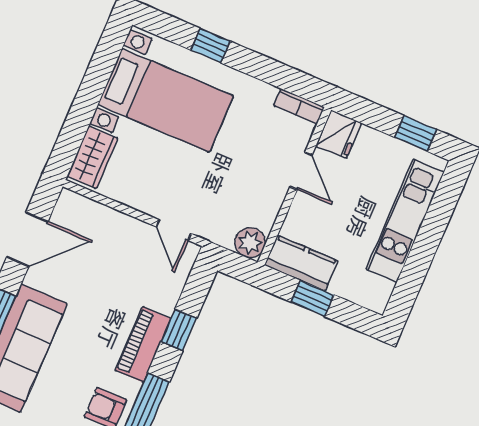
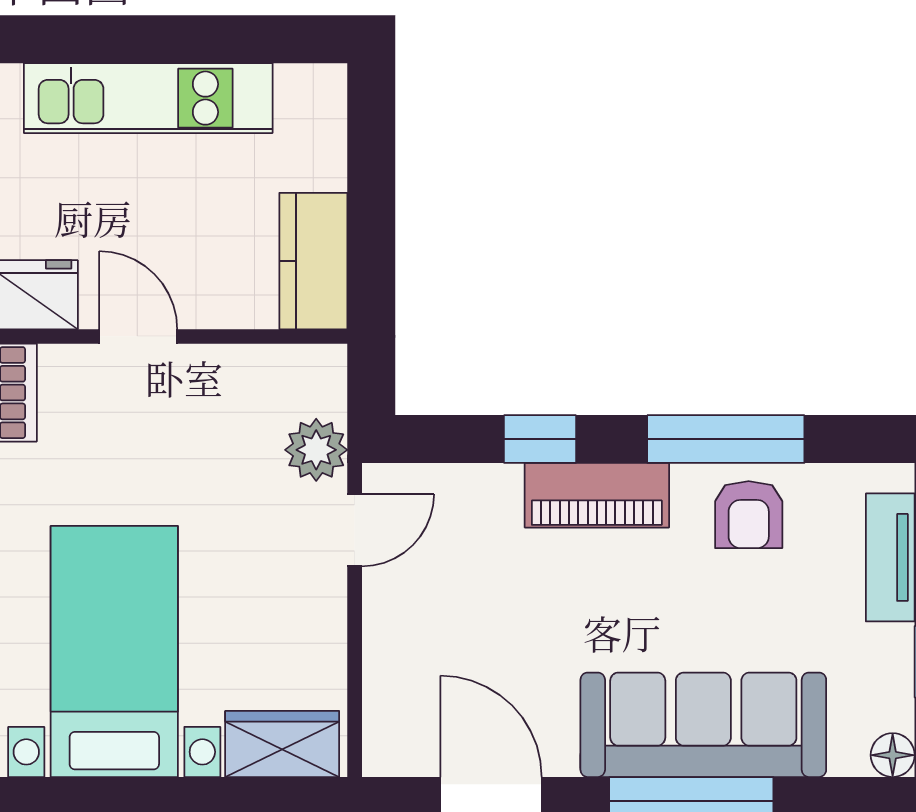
door: (301, 171) -> (138, 336), hinge flipped
plant: (250, 243) -> (316, 450), moved
window: (313, 298) -> (371, 211), removed

